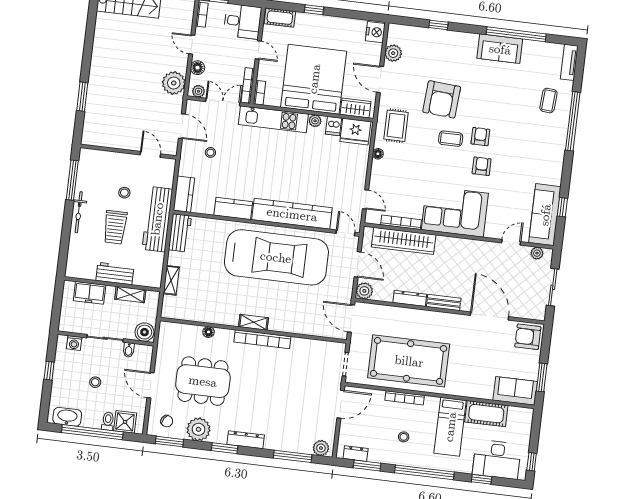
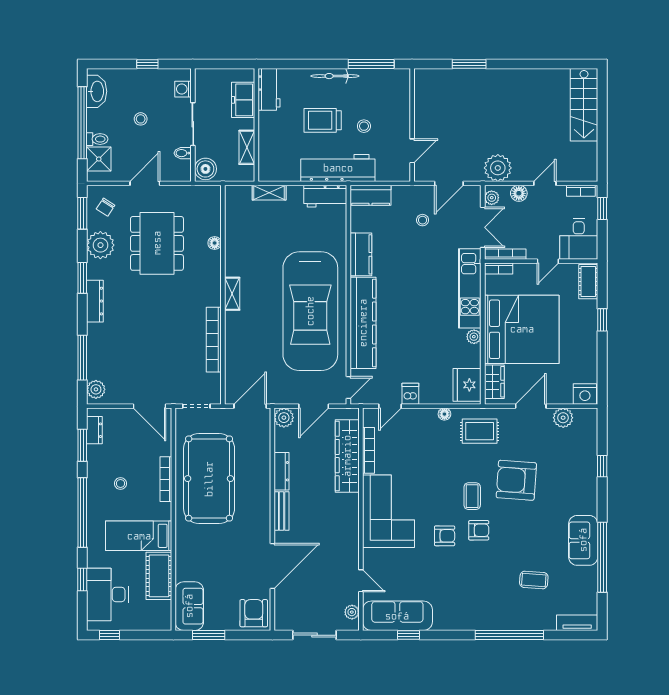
coffee table: (548, 101) -> (534, 580), moved
dishwasher: (334, 126) -> (410, 394), moved, turned 90
workbench: (115, 274) -> (269, 89), moved
bookcase: (262, 339) -> (214, 340), moved

